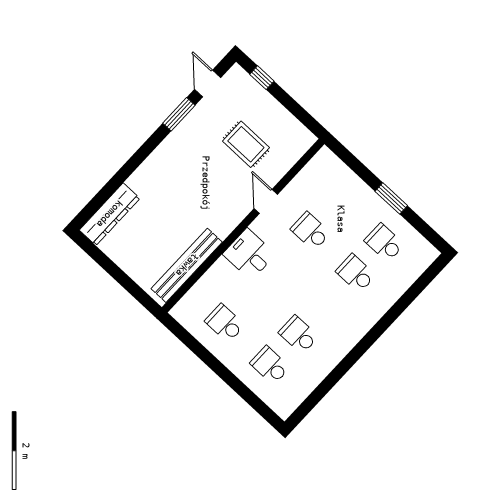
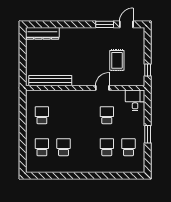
window: (262, 78) -> (148, 70), moved
desk: (249, 254) -> (135, 100), moved

